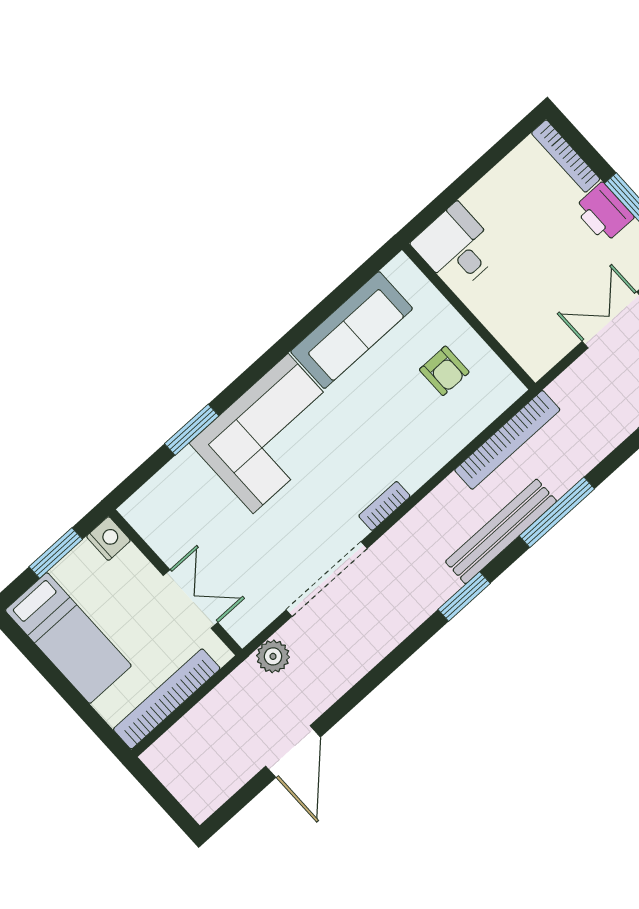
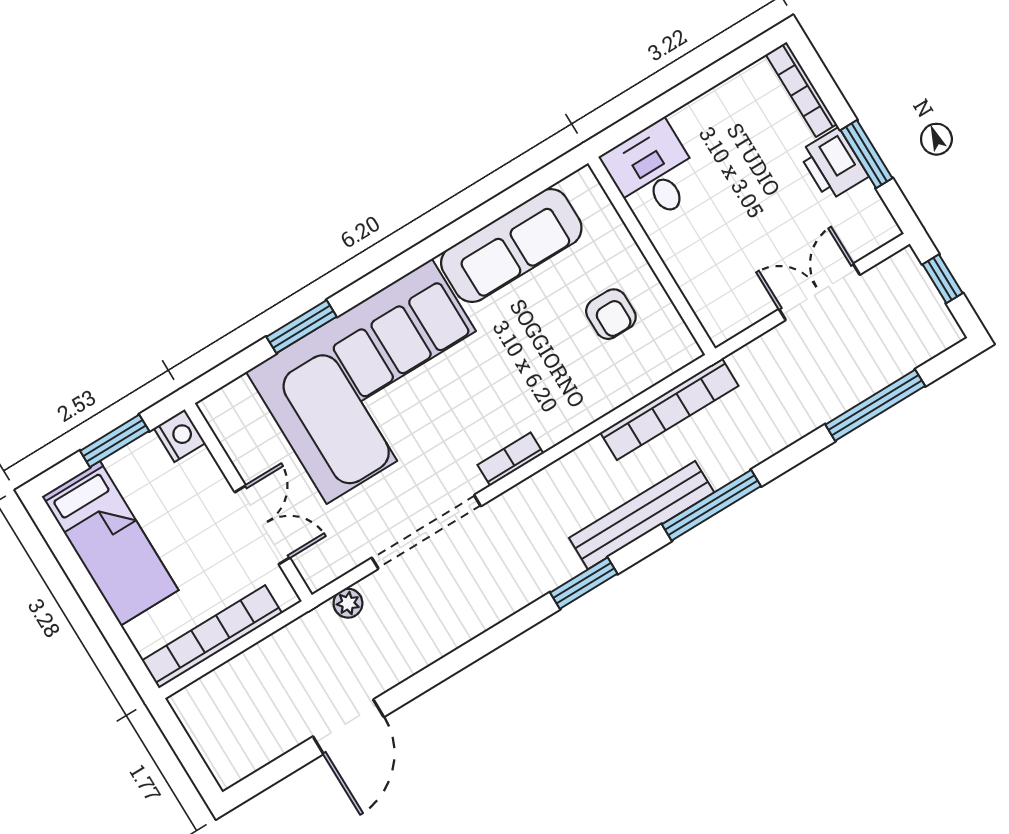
corner sofa: (271, 433) -> (379, 381), width x1.36, depth x1.36
plant: (273, 656) -> (348, 603), width x0.73, depth x0.73

